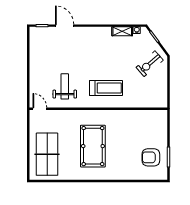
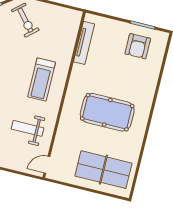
treadmill: (106, 88) -> (42, 79), turned 180
tv unit: (143, 114) -> (84, 43), added

